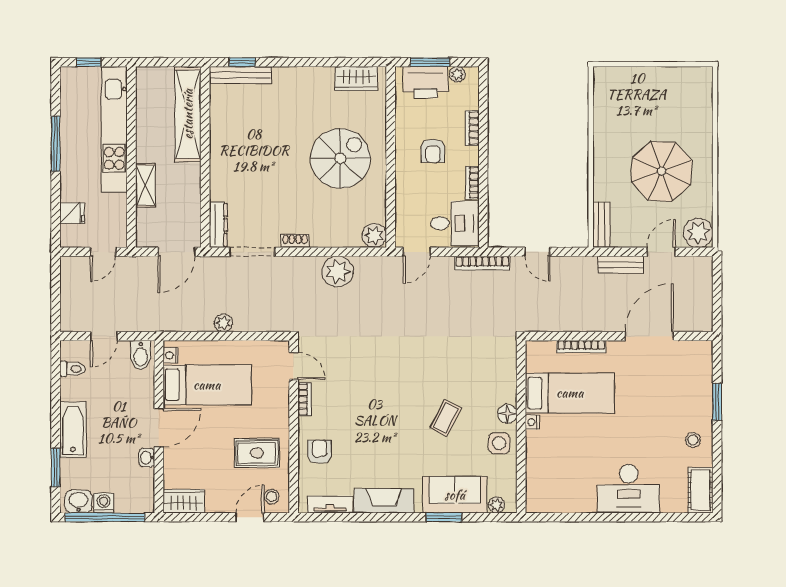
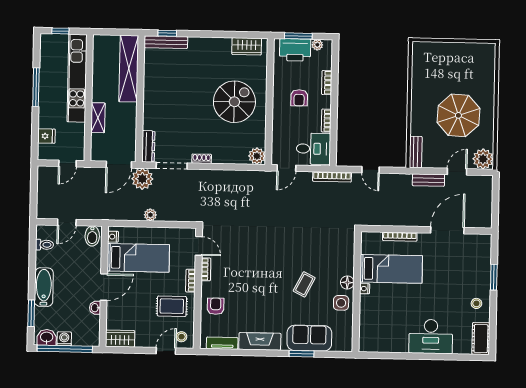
plant: (338, 272) -> (142, 179), moved
bookcase: (283, 416) -> (191, 281), added
plant: (496, 505) -> (338, 346), removed

